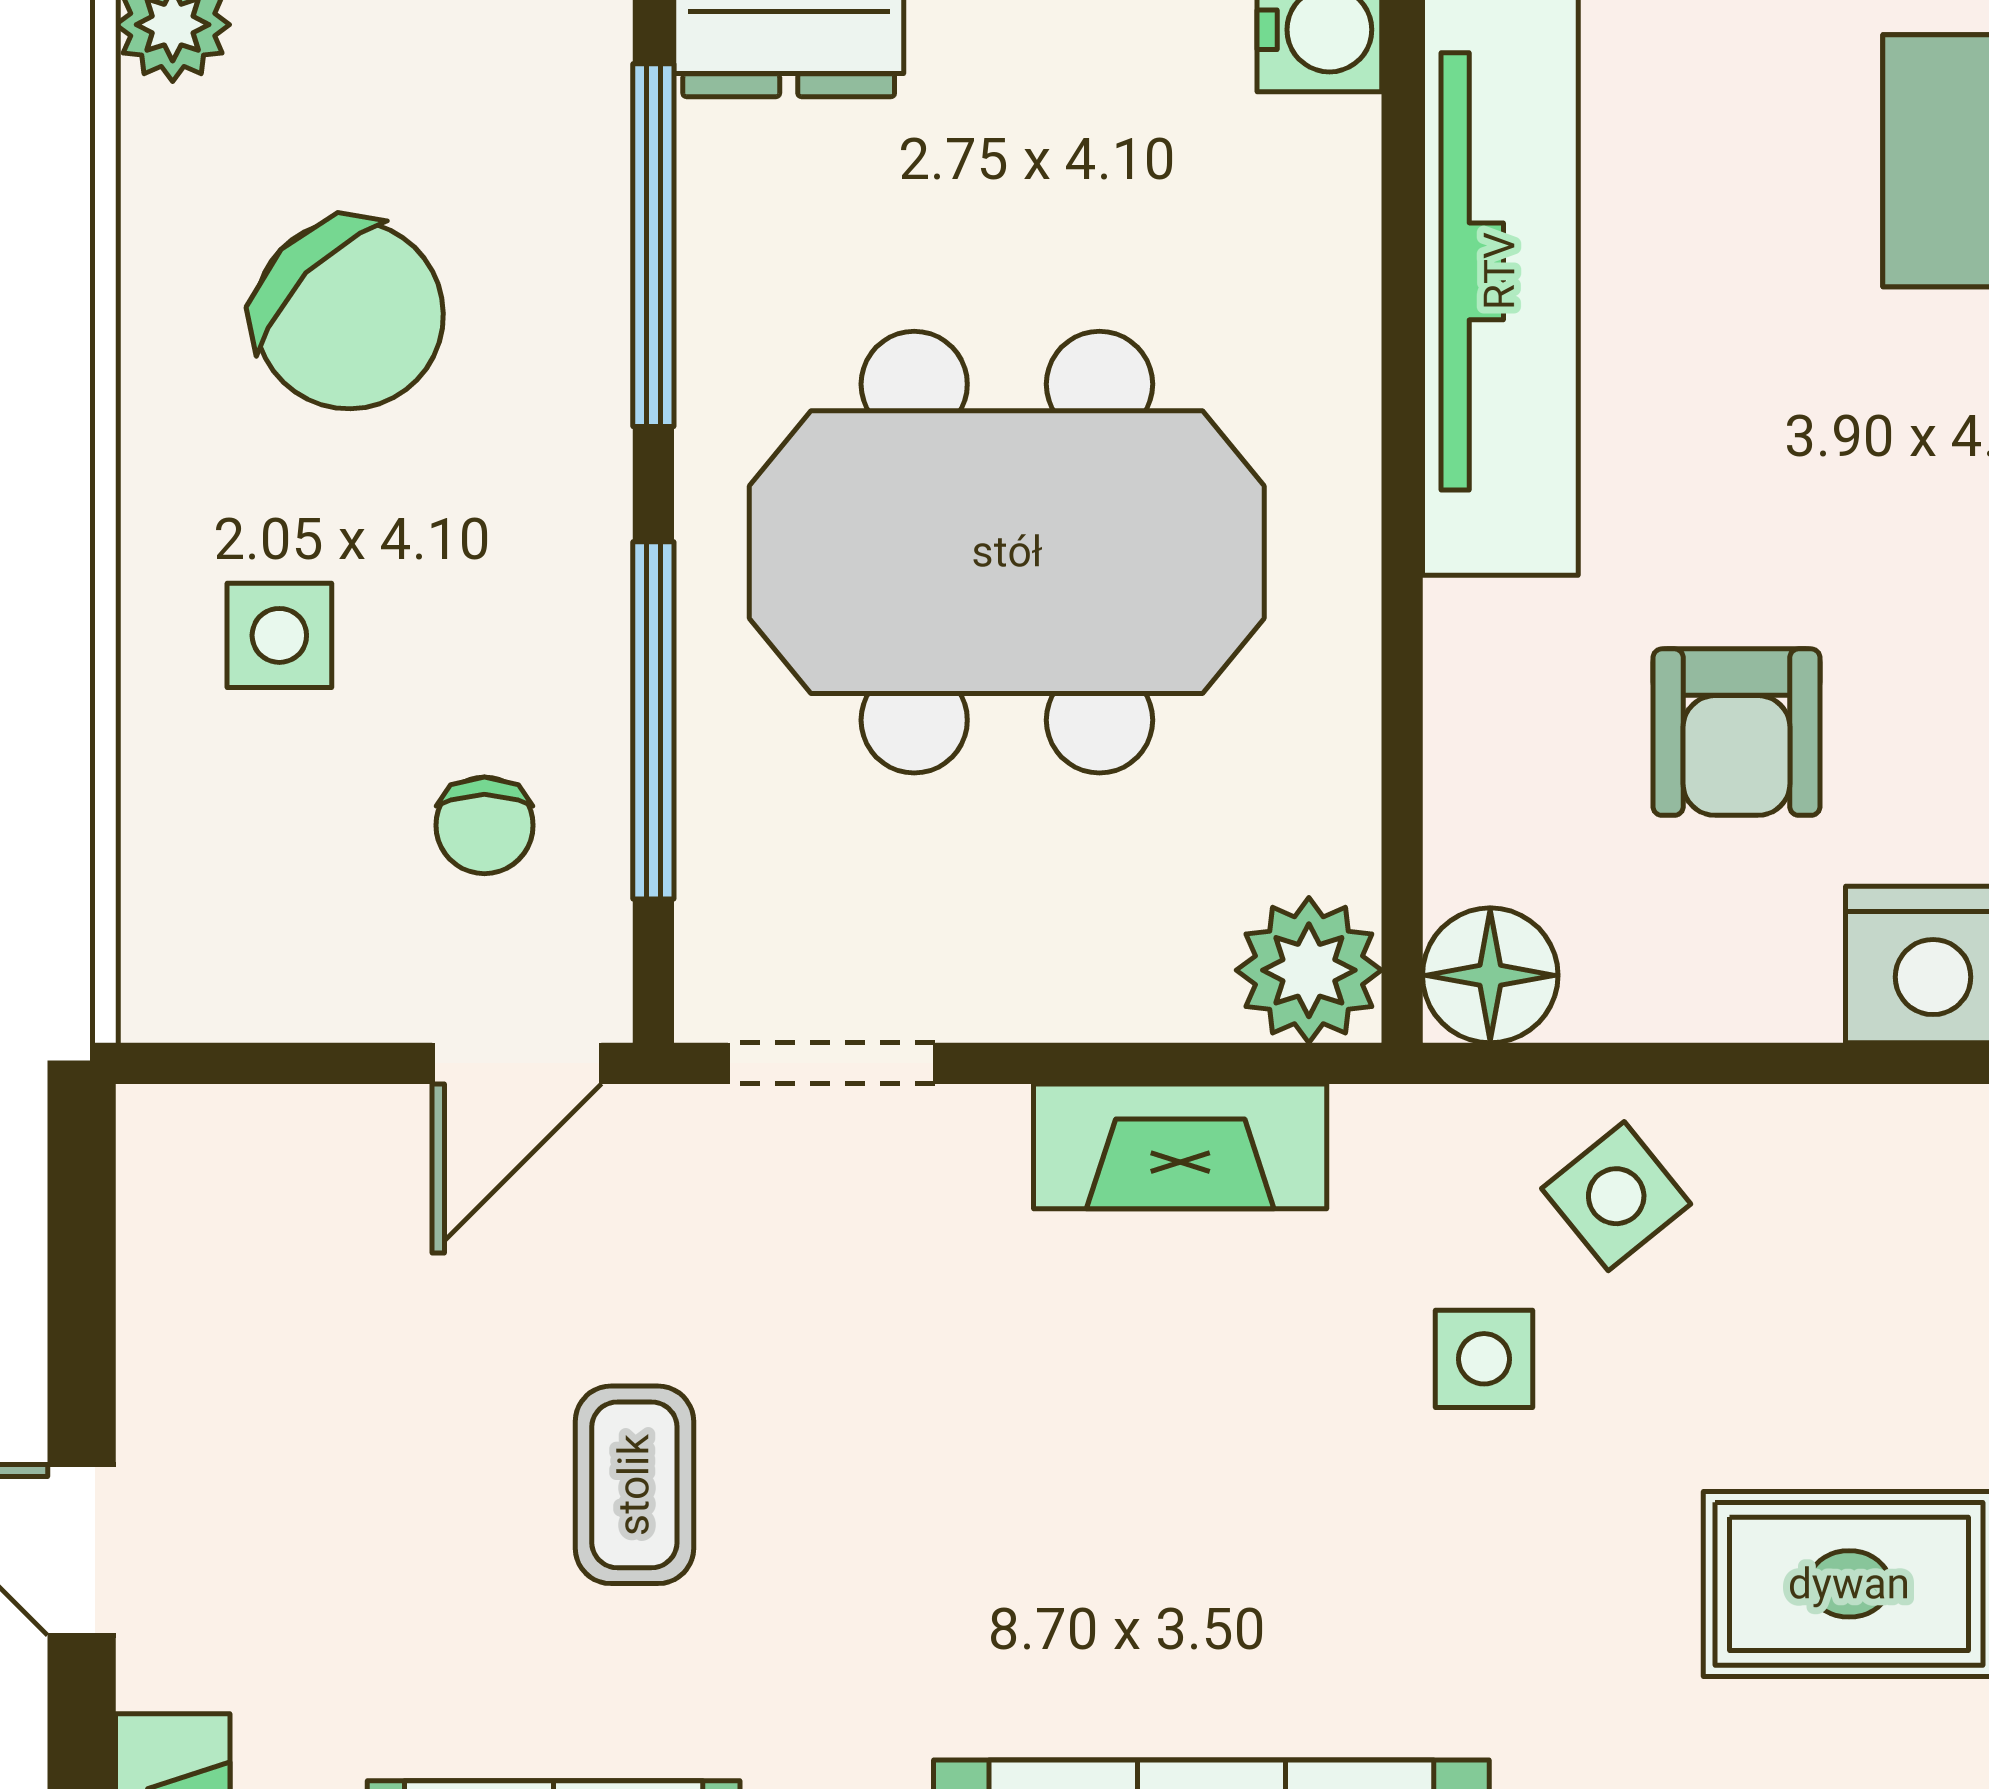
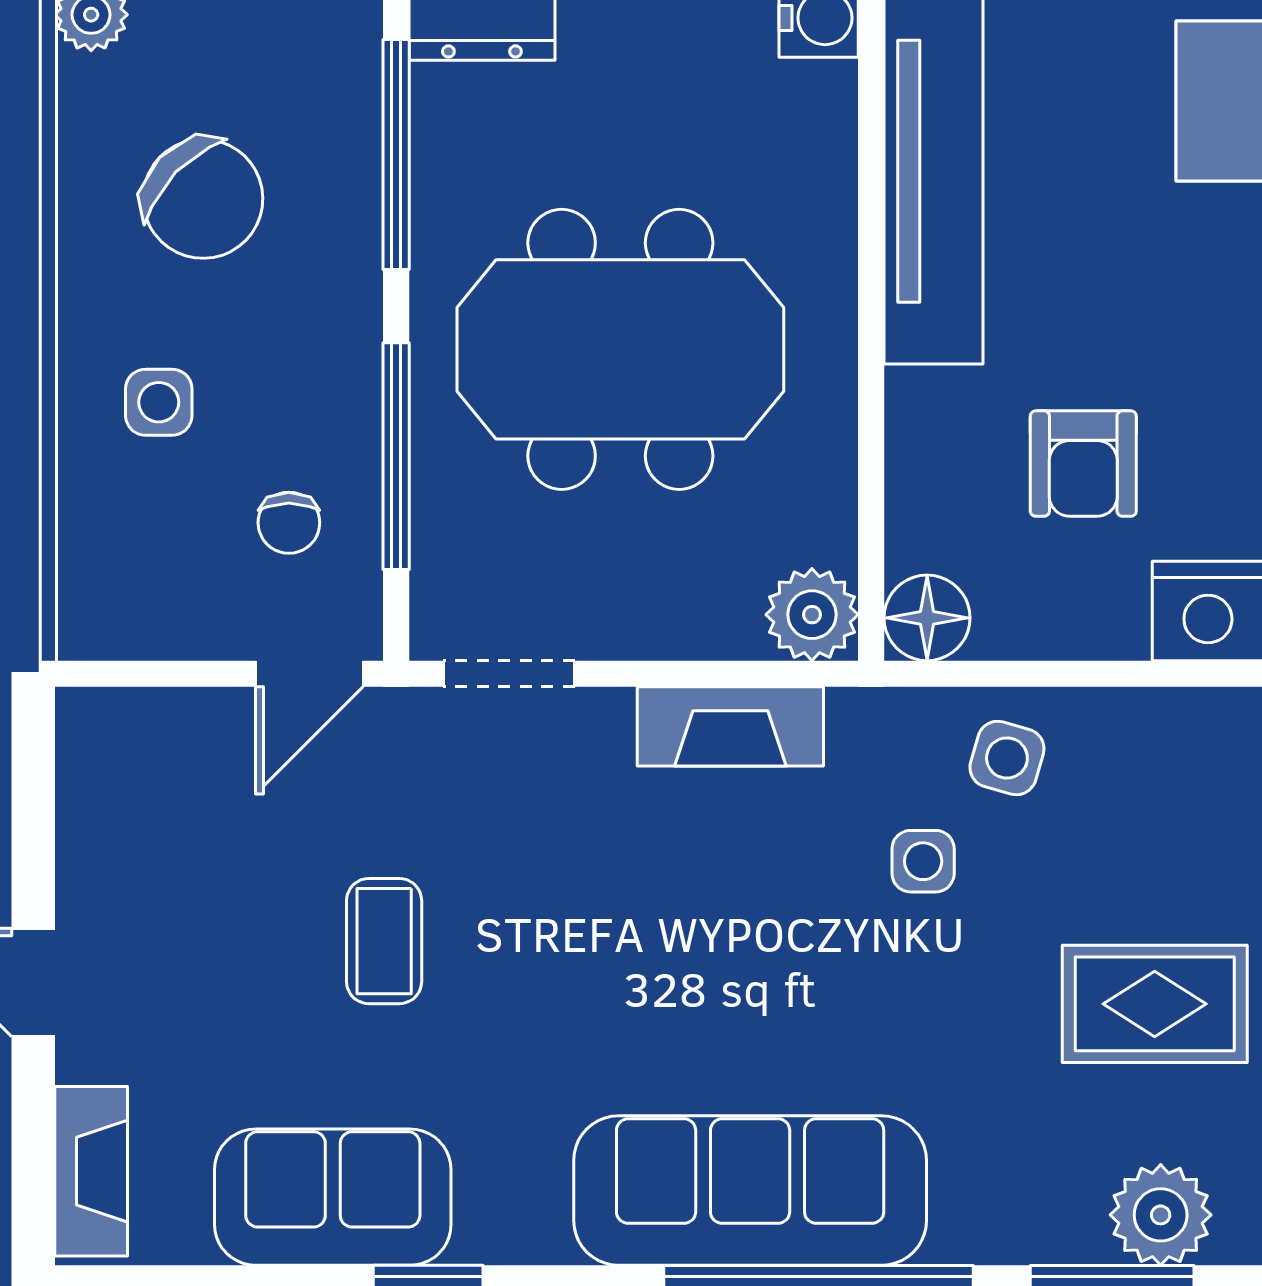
side table: (1616, 1196) -> (1007, 758), turned -35

